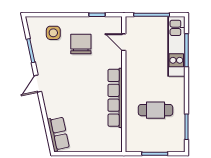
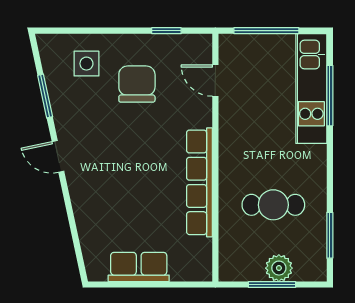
door: (38, 84) -> (58, 156), hinge flipped
row of seats: (58, 134) -> (139, 267), moved, turned -78
plant: (159, 145) -> (279, 268), added

